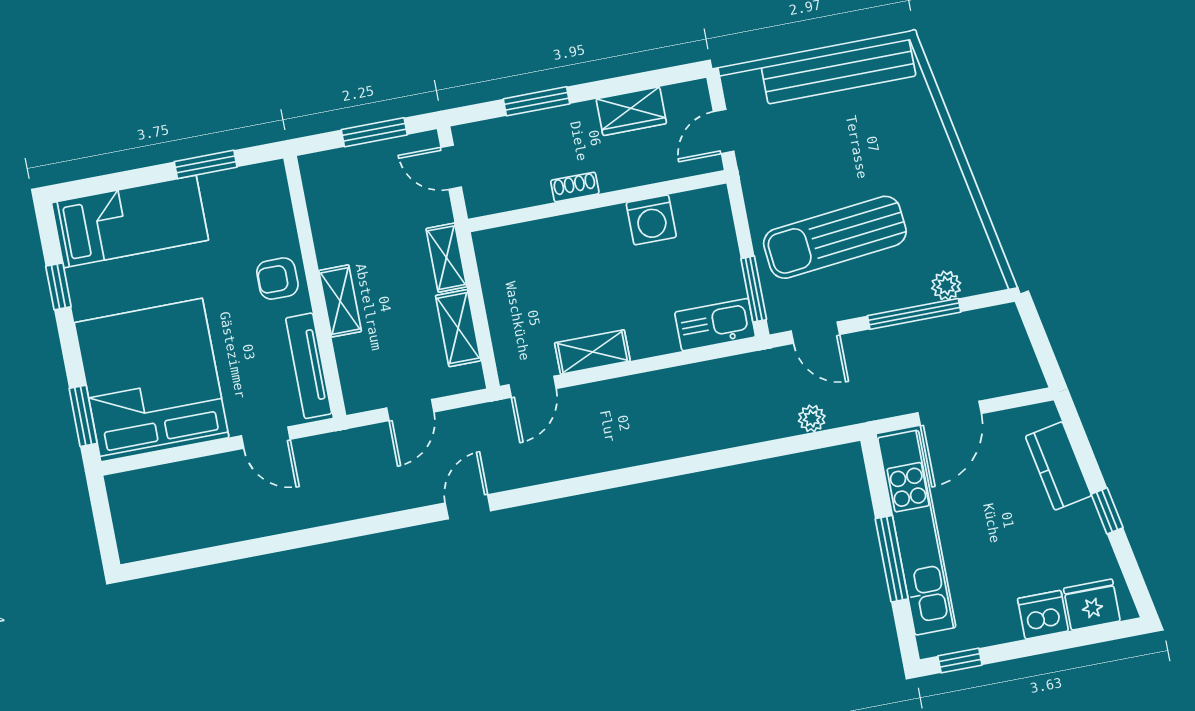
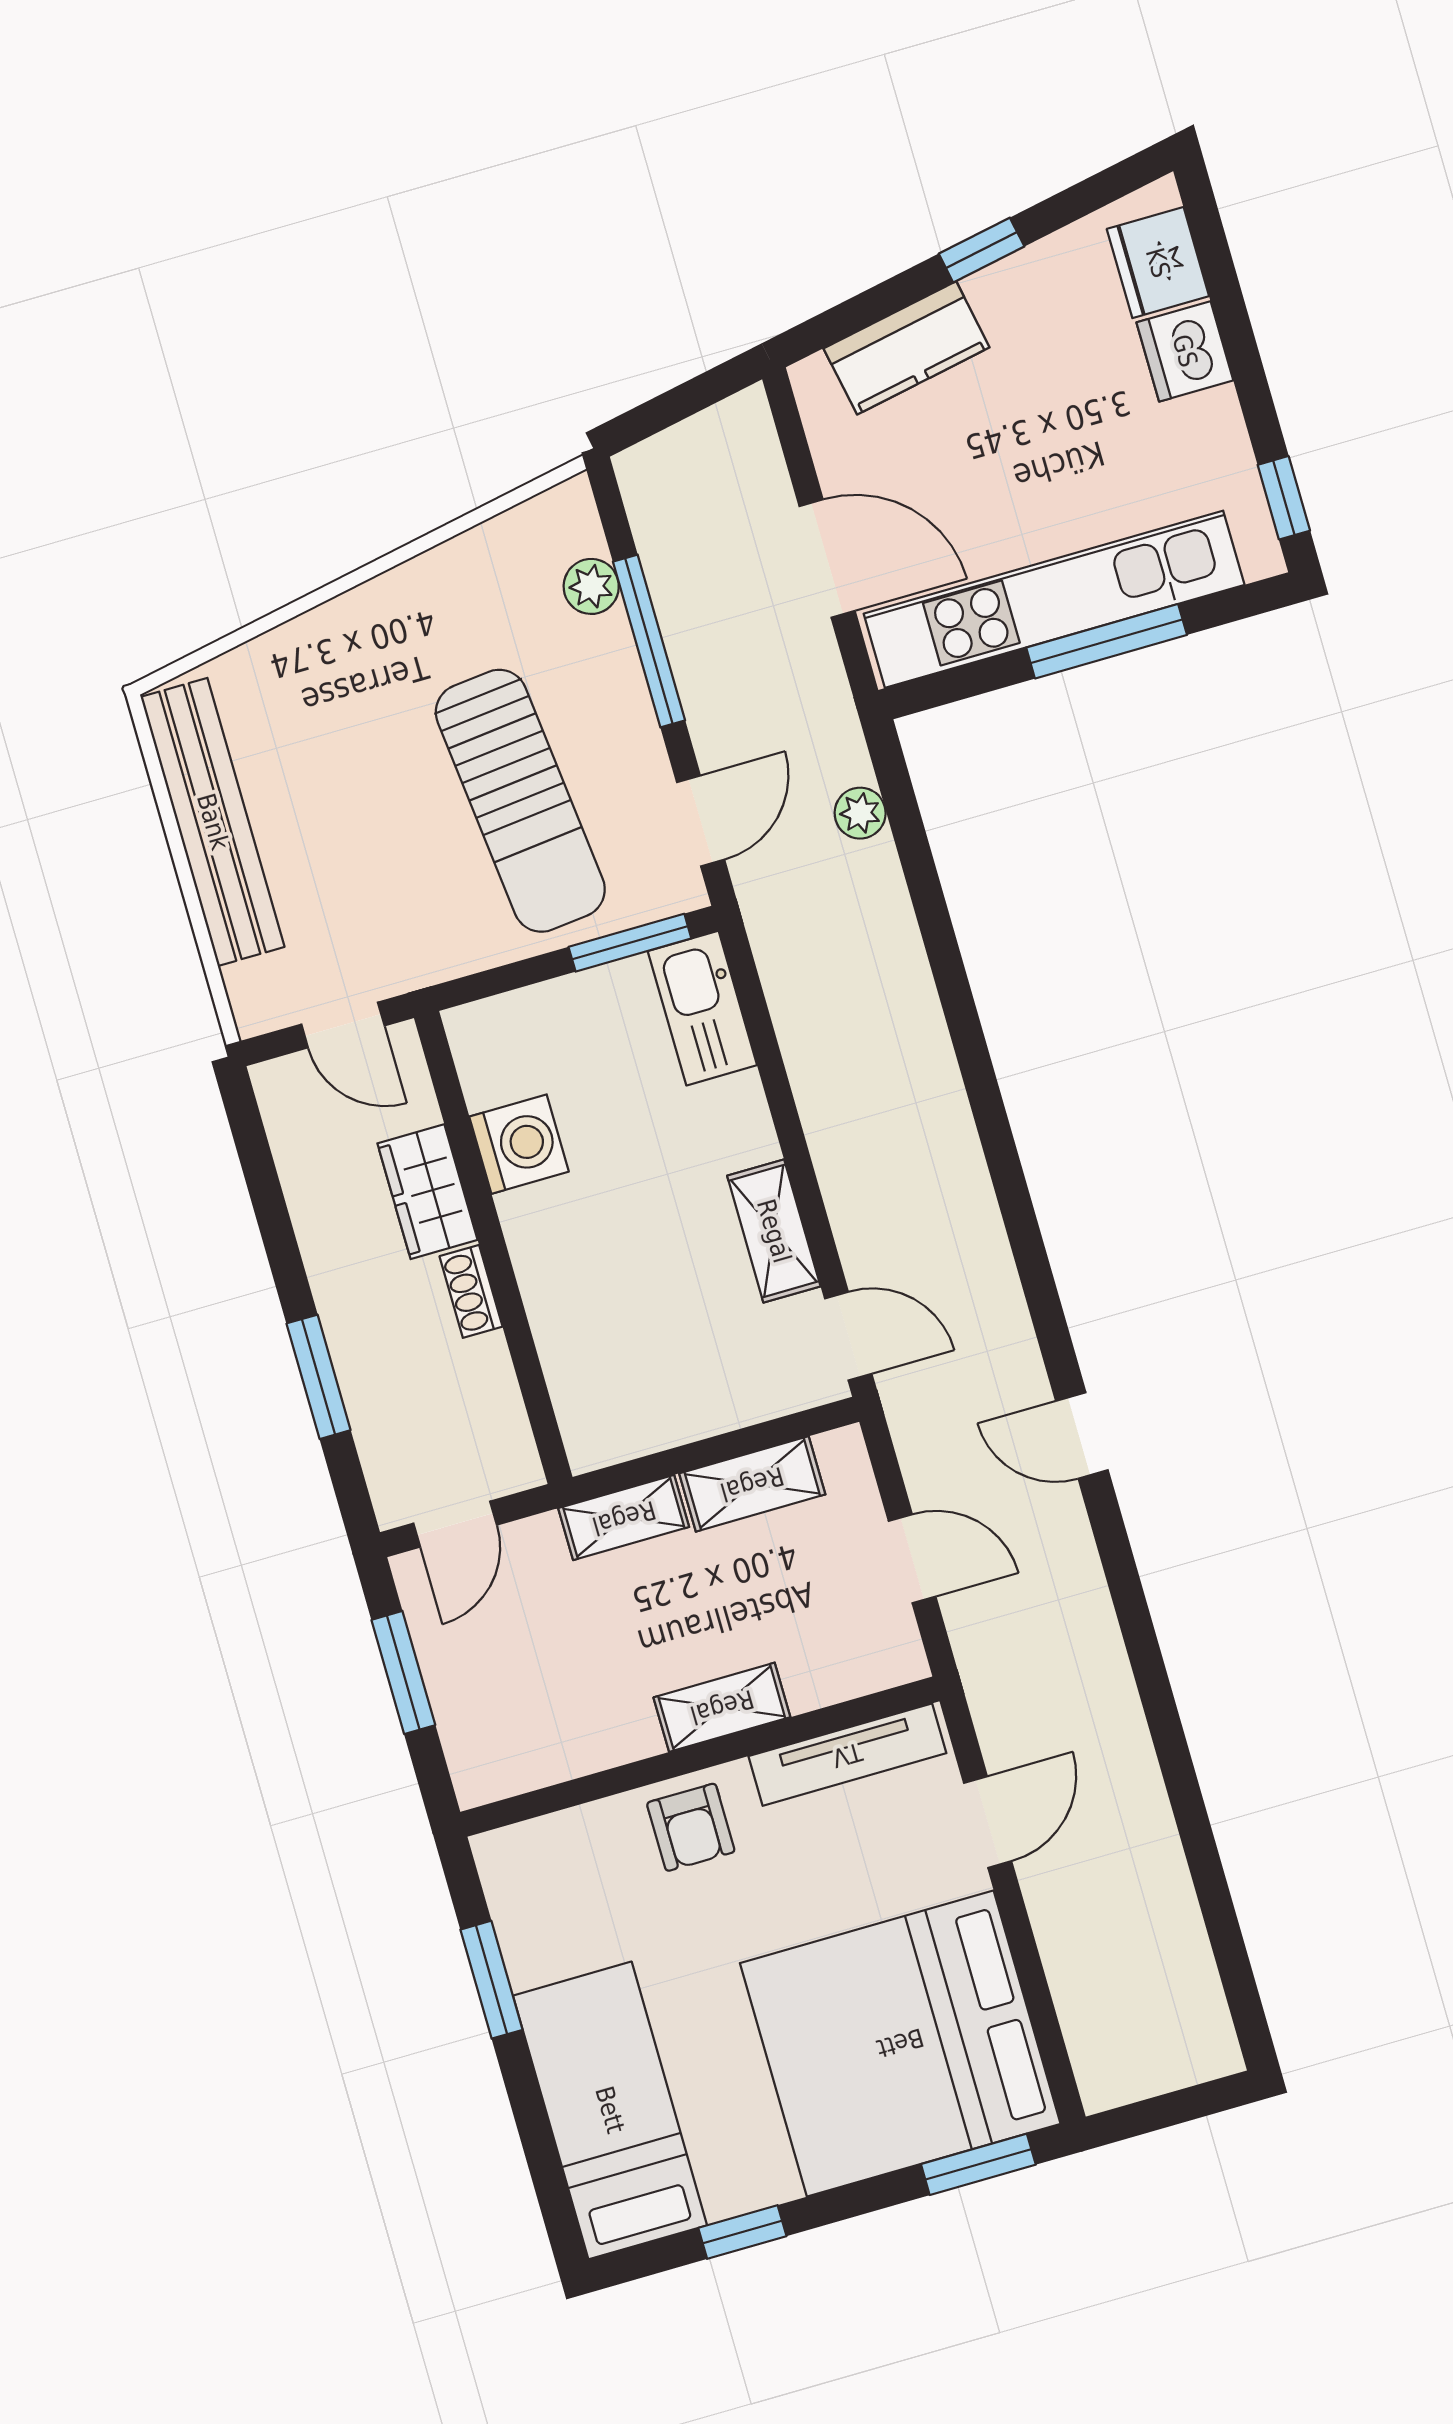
wardrobe: (631, 111) -> (428, 1192), moved, turned 180

